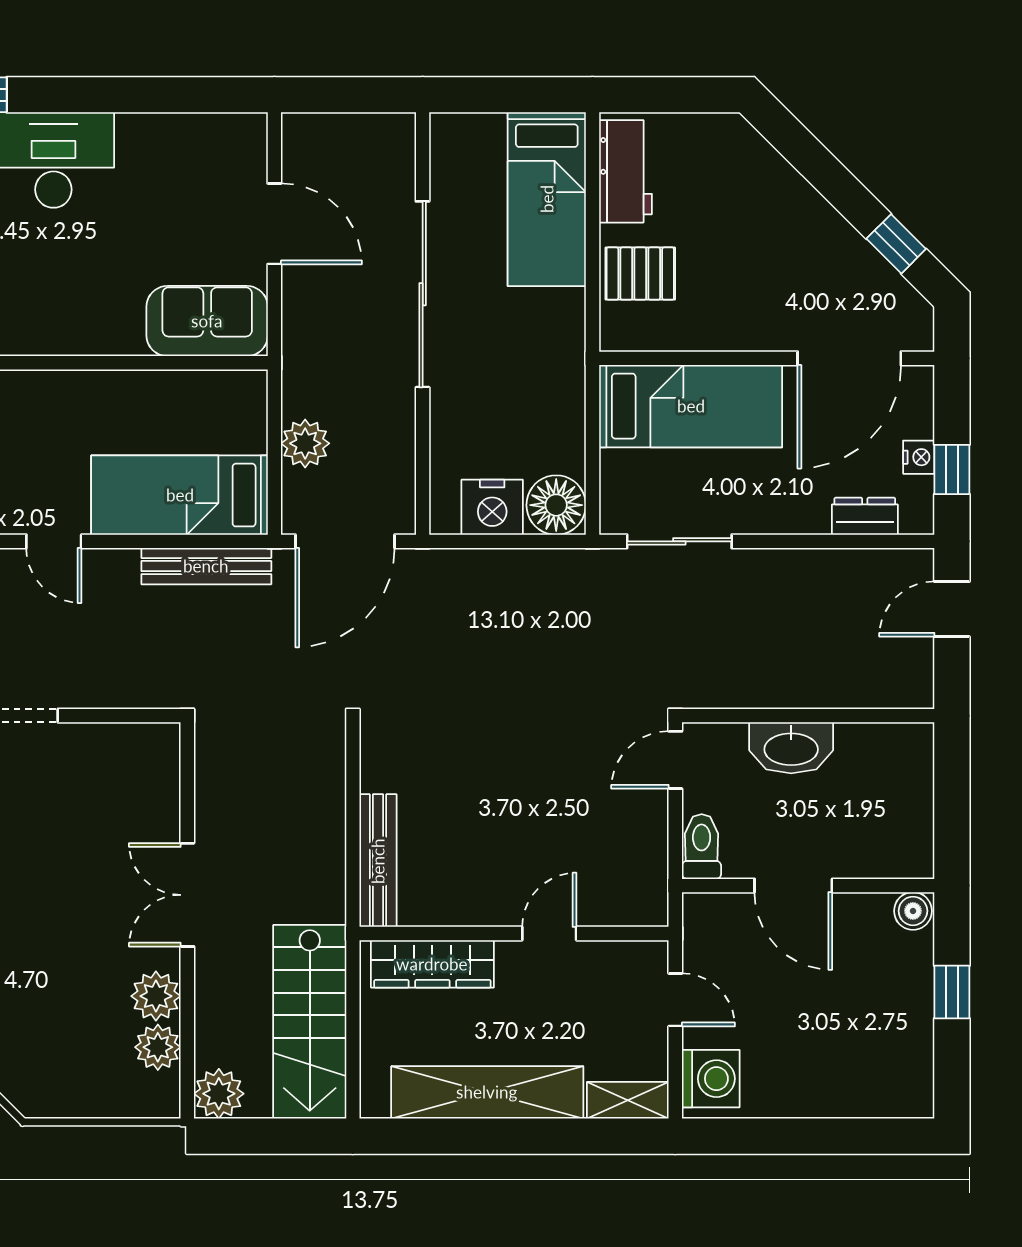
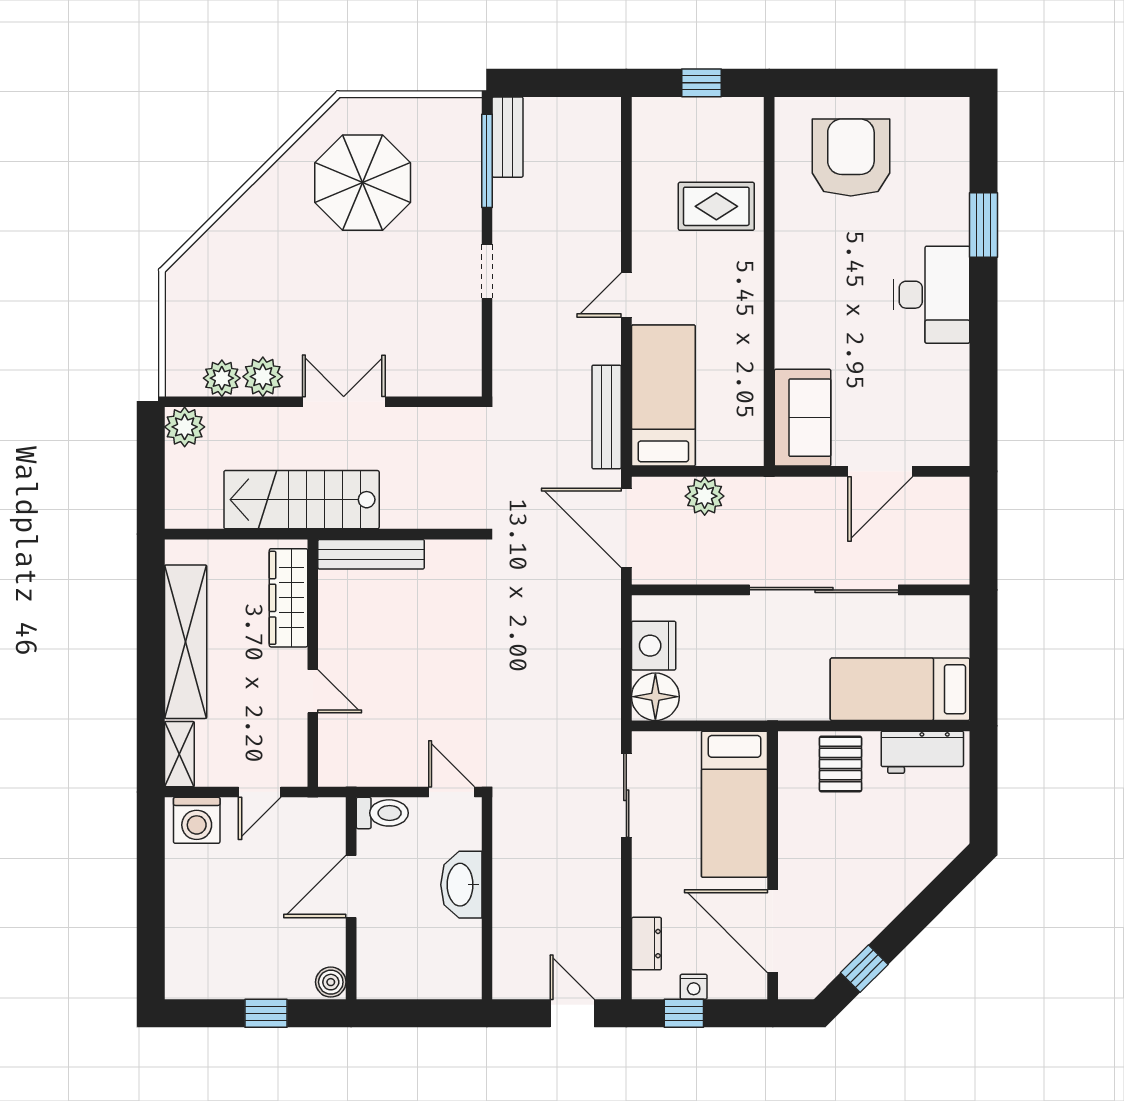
stairs: (310, 1022) -> (302, 500), moved

